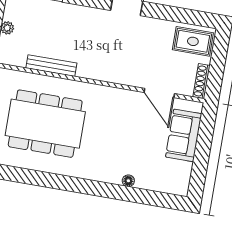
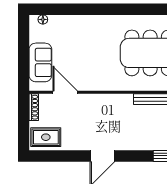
floor lamp: (128, 181) -> (43, 19), moved

